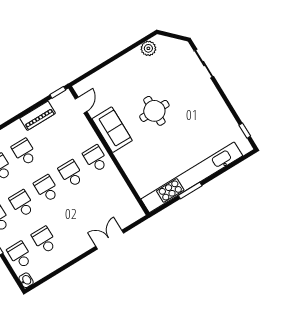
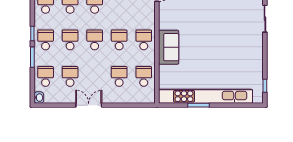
round table: (154, 111) -> (208, 31), removed
sofa: (112, 130) -> (169, 47), moved
school desk: (118, 195) -> (144, 76), added
school desk: (93, 210) -> (119, 76), added
double door: (110, 240) -> (89, 105), moved

